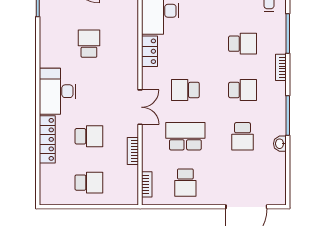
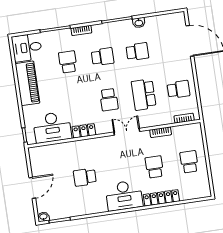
school desk: (243, 90) -> (103, 57), turned 90

